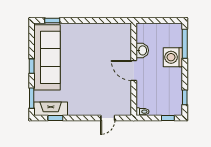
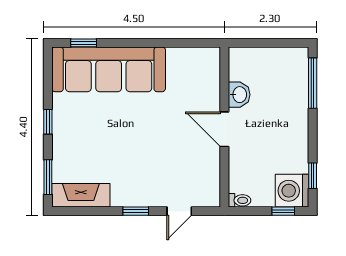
sofa: (47, 57) -> (109, 69), moved, turned 90
washing machine: (173, 57) -> (292, 191), moved
window: (55, 118) -> (136, 211), moved

